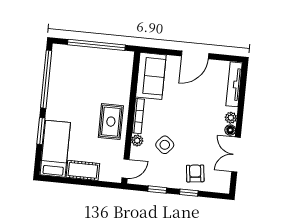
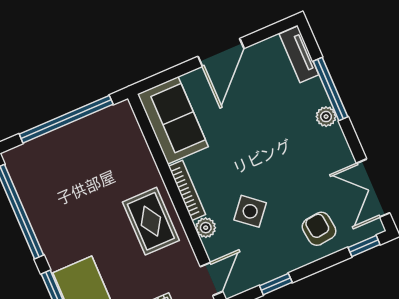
tv unit: (234, 84) -> (299, 54), width x0.71
window: (241, 105) -> (331, 89), added
floor lamp: (230, 130) -> (335, 135), removed
double door: (236, 155) -> (373, 188), moved
window: (189, 193) -> (364, 246), moved

